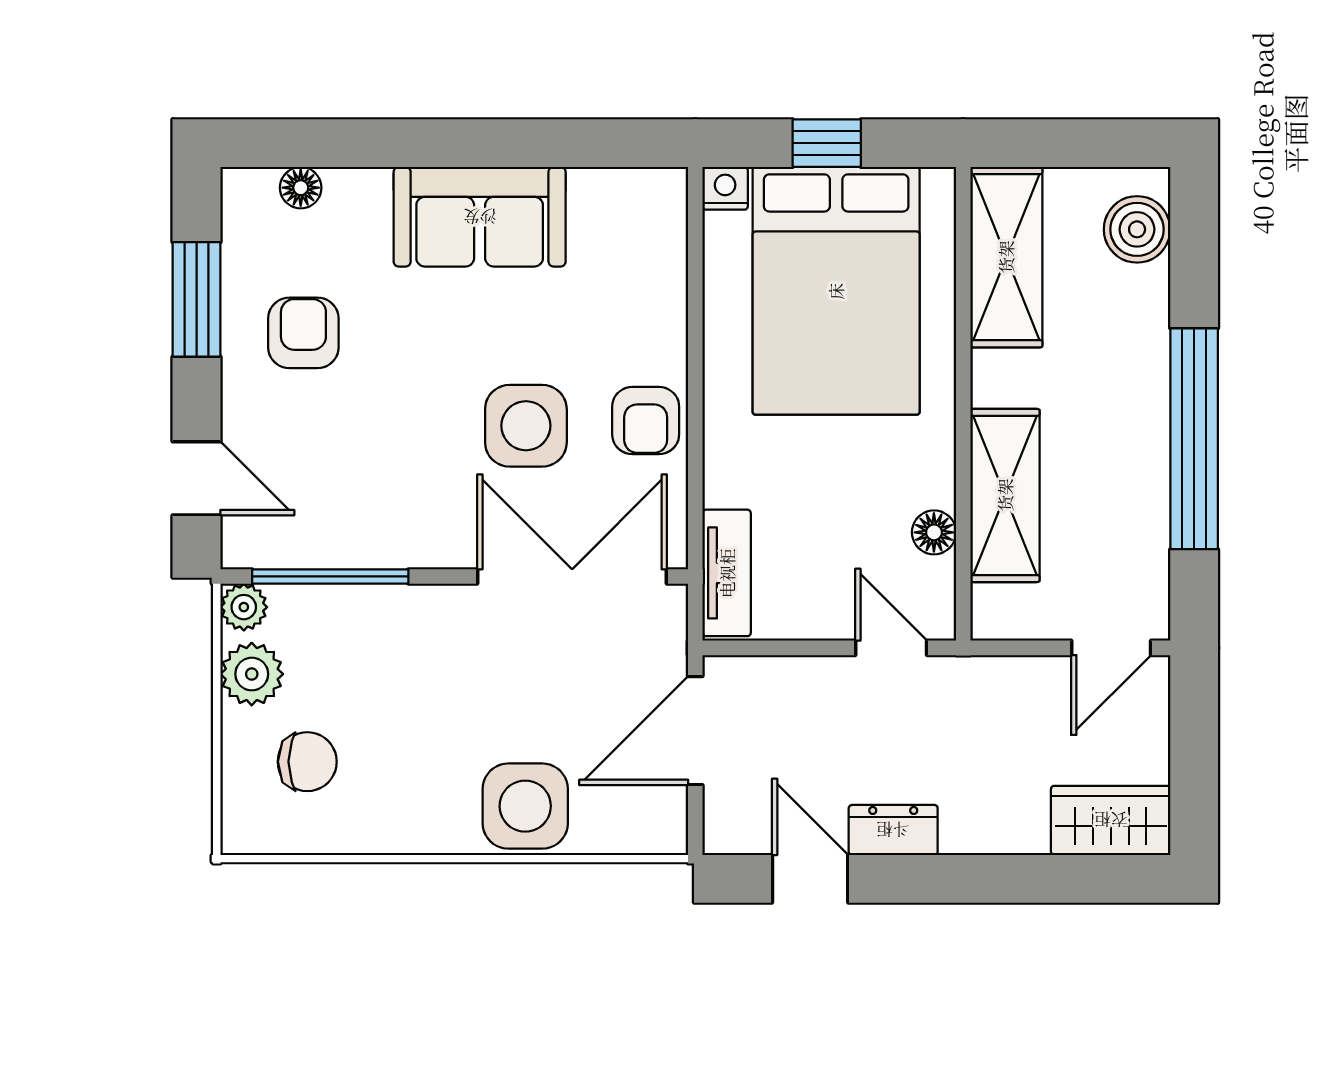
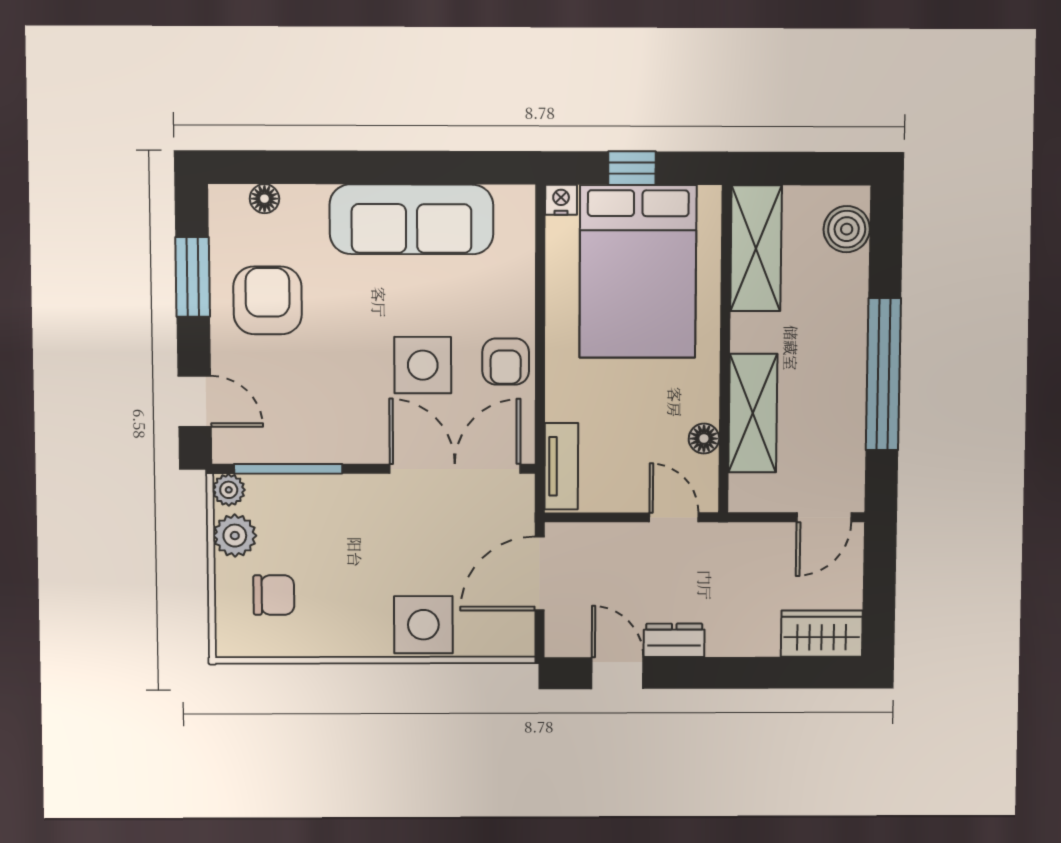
sofa: (480, 217) -> (411, 219), width x1.36
armchair: (303, 333) -> (268, 300), width x1.38, depth x1.38

